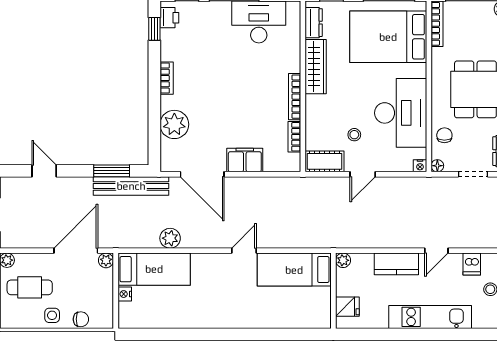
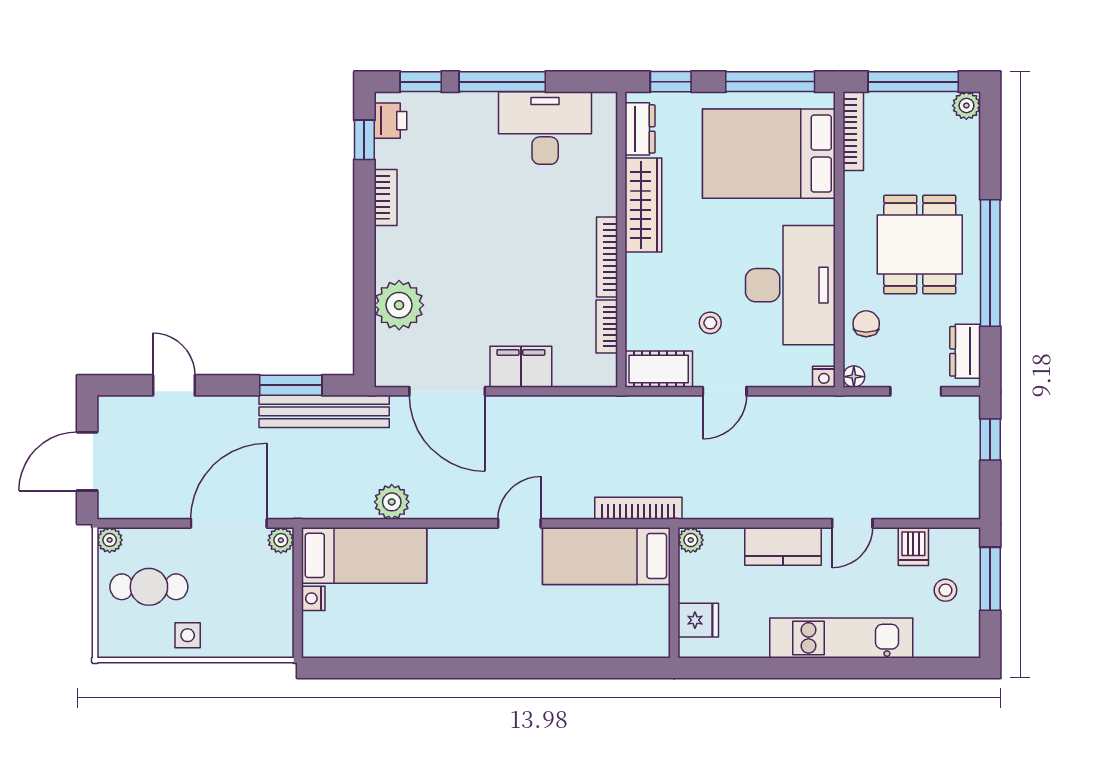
bookcase: (167, 78) -> (386, 197), moved
bookcase: (313, 242) -> (638, 508), added
chair: (81, 319) -> (237, 642), removed

